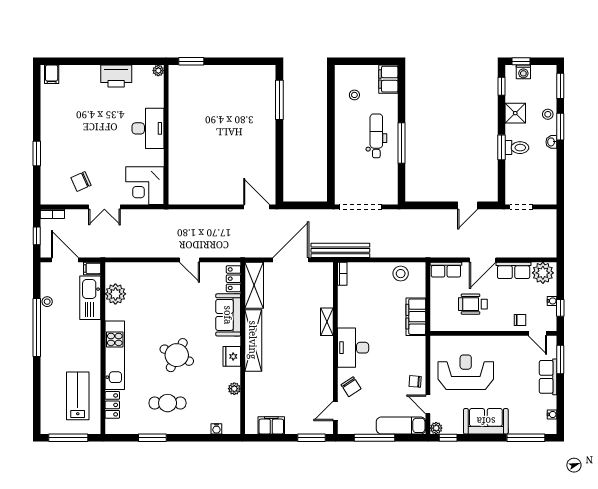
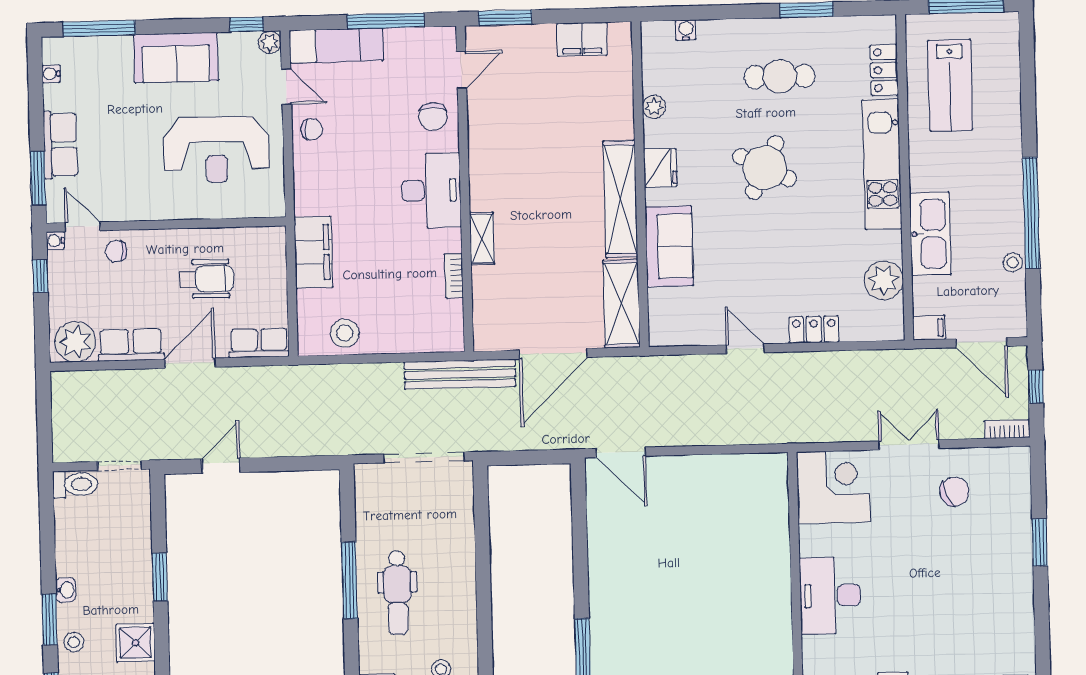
toilet: (517, 148) -> (75, 484), moved, turned 180
bookcase: (342, 274) -> (454, 276), moved
locker: (233, 279) -> (814, 329), moved, turned -90
kitchen sink: (90, 298) -> (930, 234), moved
water cooler: (552, 301) -> (55, 240), moved
chair: (351, 387) -> (433, 116), turned -147

